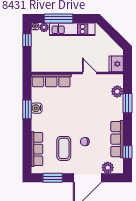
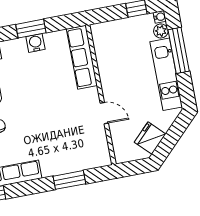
fridge: (116, 64) -> (150, 138), moved, turned -45
door: (89, 73) -> (104, 113), hinge flipped
plant: (117, 91) -> (84, 161), removed

